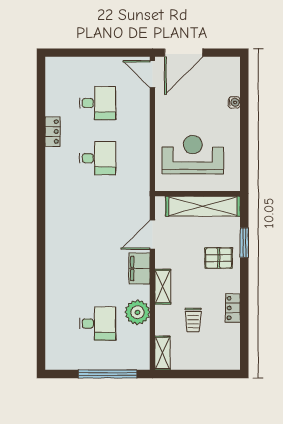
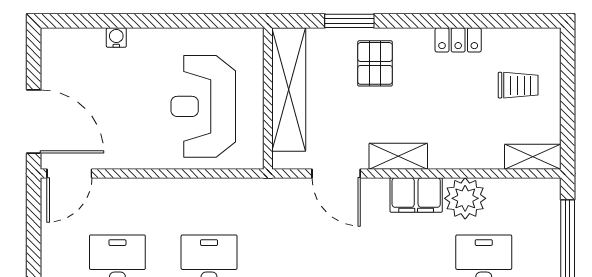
filing cabinet: (140, 268) -> (416, 195), moved
shelving: (163, 287) -> (398, 156), moved
trolley: (193, 320) -> (518, 85), moved

